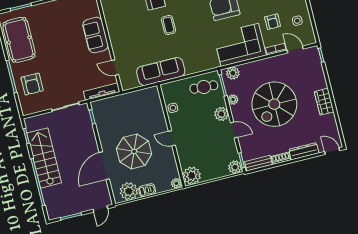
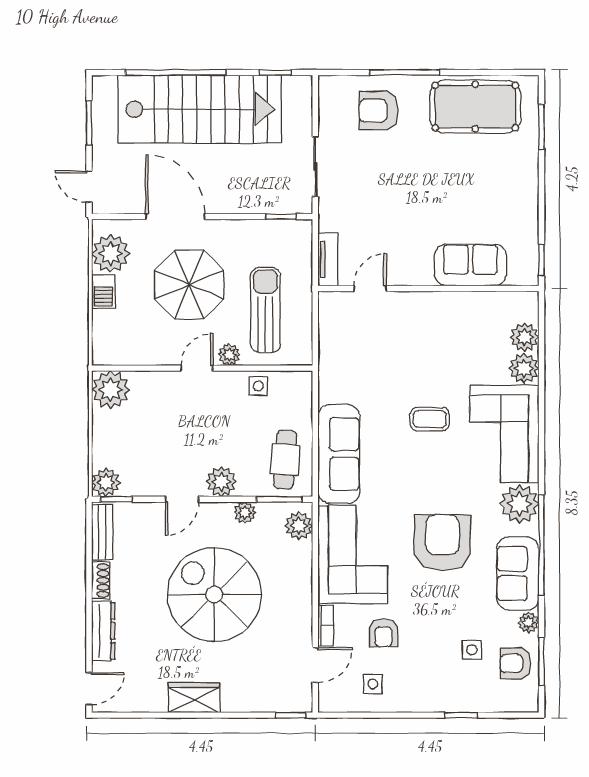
armchair: (273, 22) -> (383, 633), turned -90
sofa: (96, 35) -> (470, 265), moved
sofa: (161, 71) -> (339, 454), moved
tv unit: (102, 92) -> (328, 260), width x0.71
sun lounger: (137, 113) -> (266, 310), added
stairs: (44, 158) -> (200, 109), width x1.36, depth x1.51
plant: (176, 183) -> (229, 355), moved

